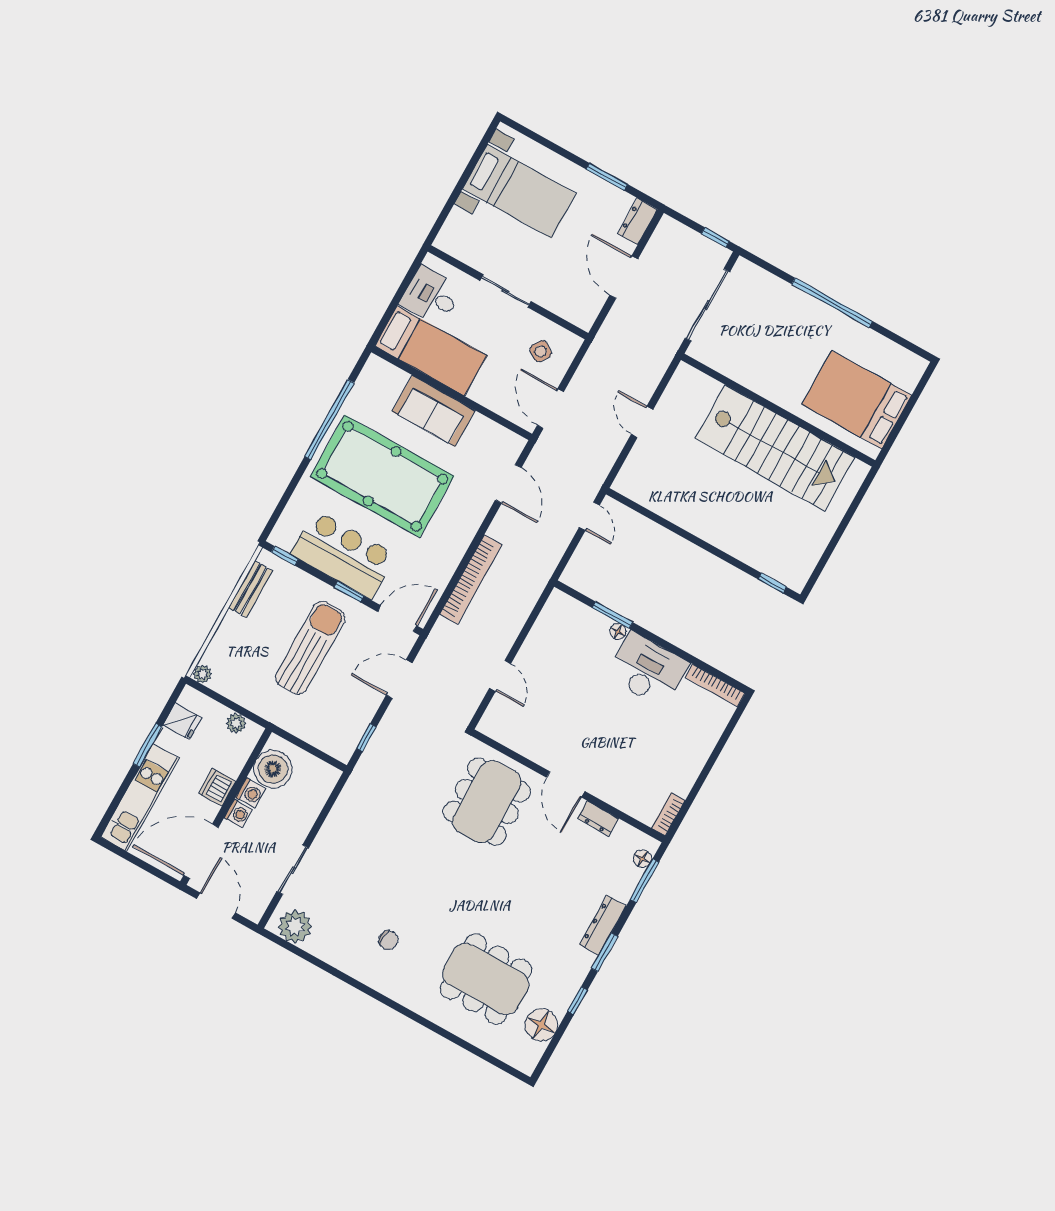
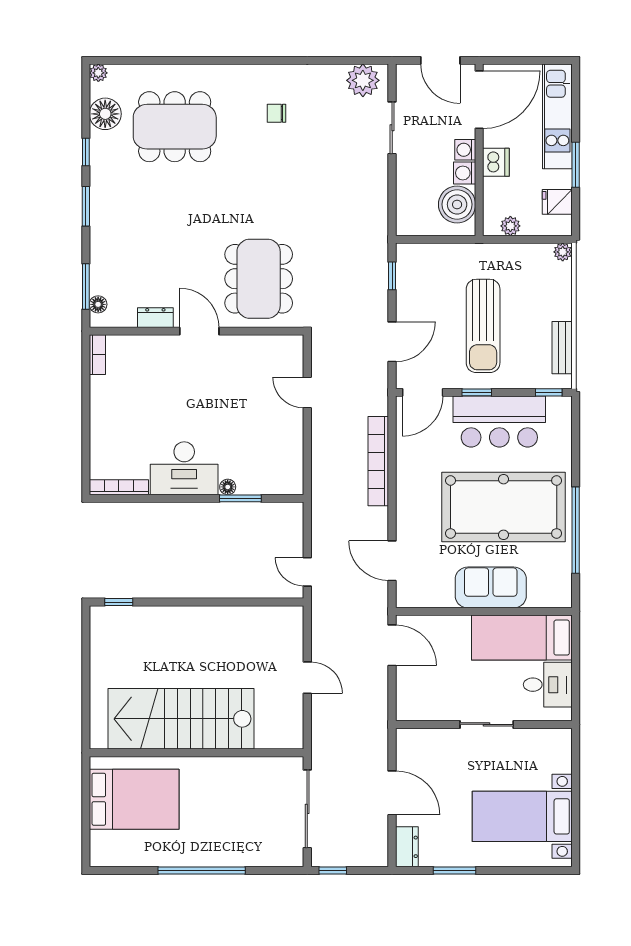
side table: (541, 351) -> (428, 690), removed
dresser: (603, 925) -> (100, 228), removed
plant: (527, 1065) -> (98, 73), added

